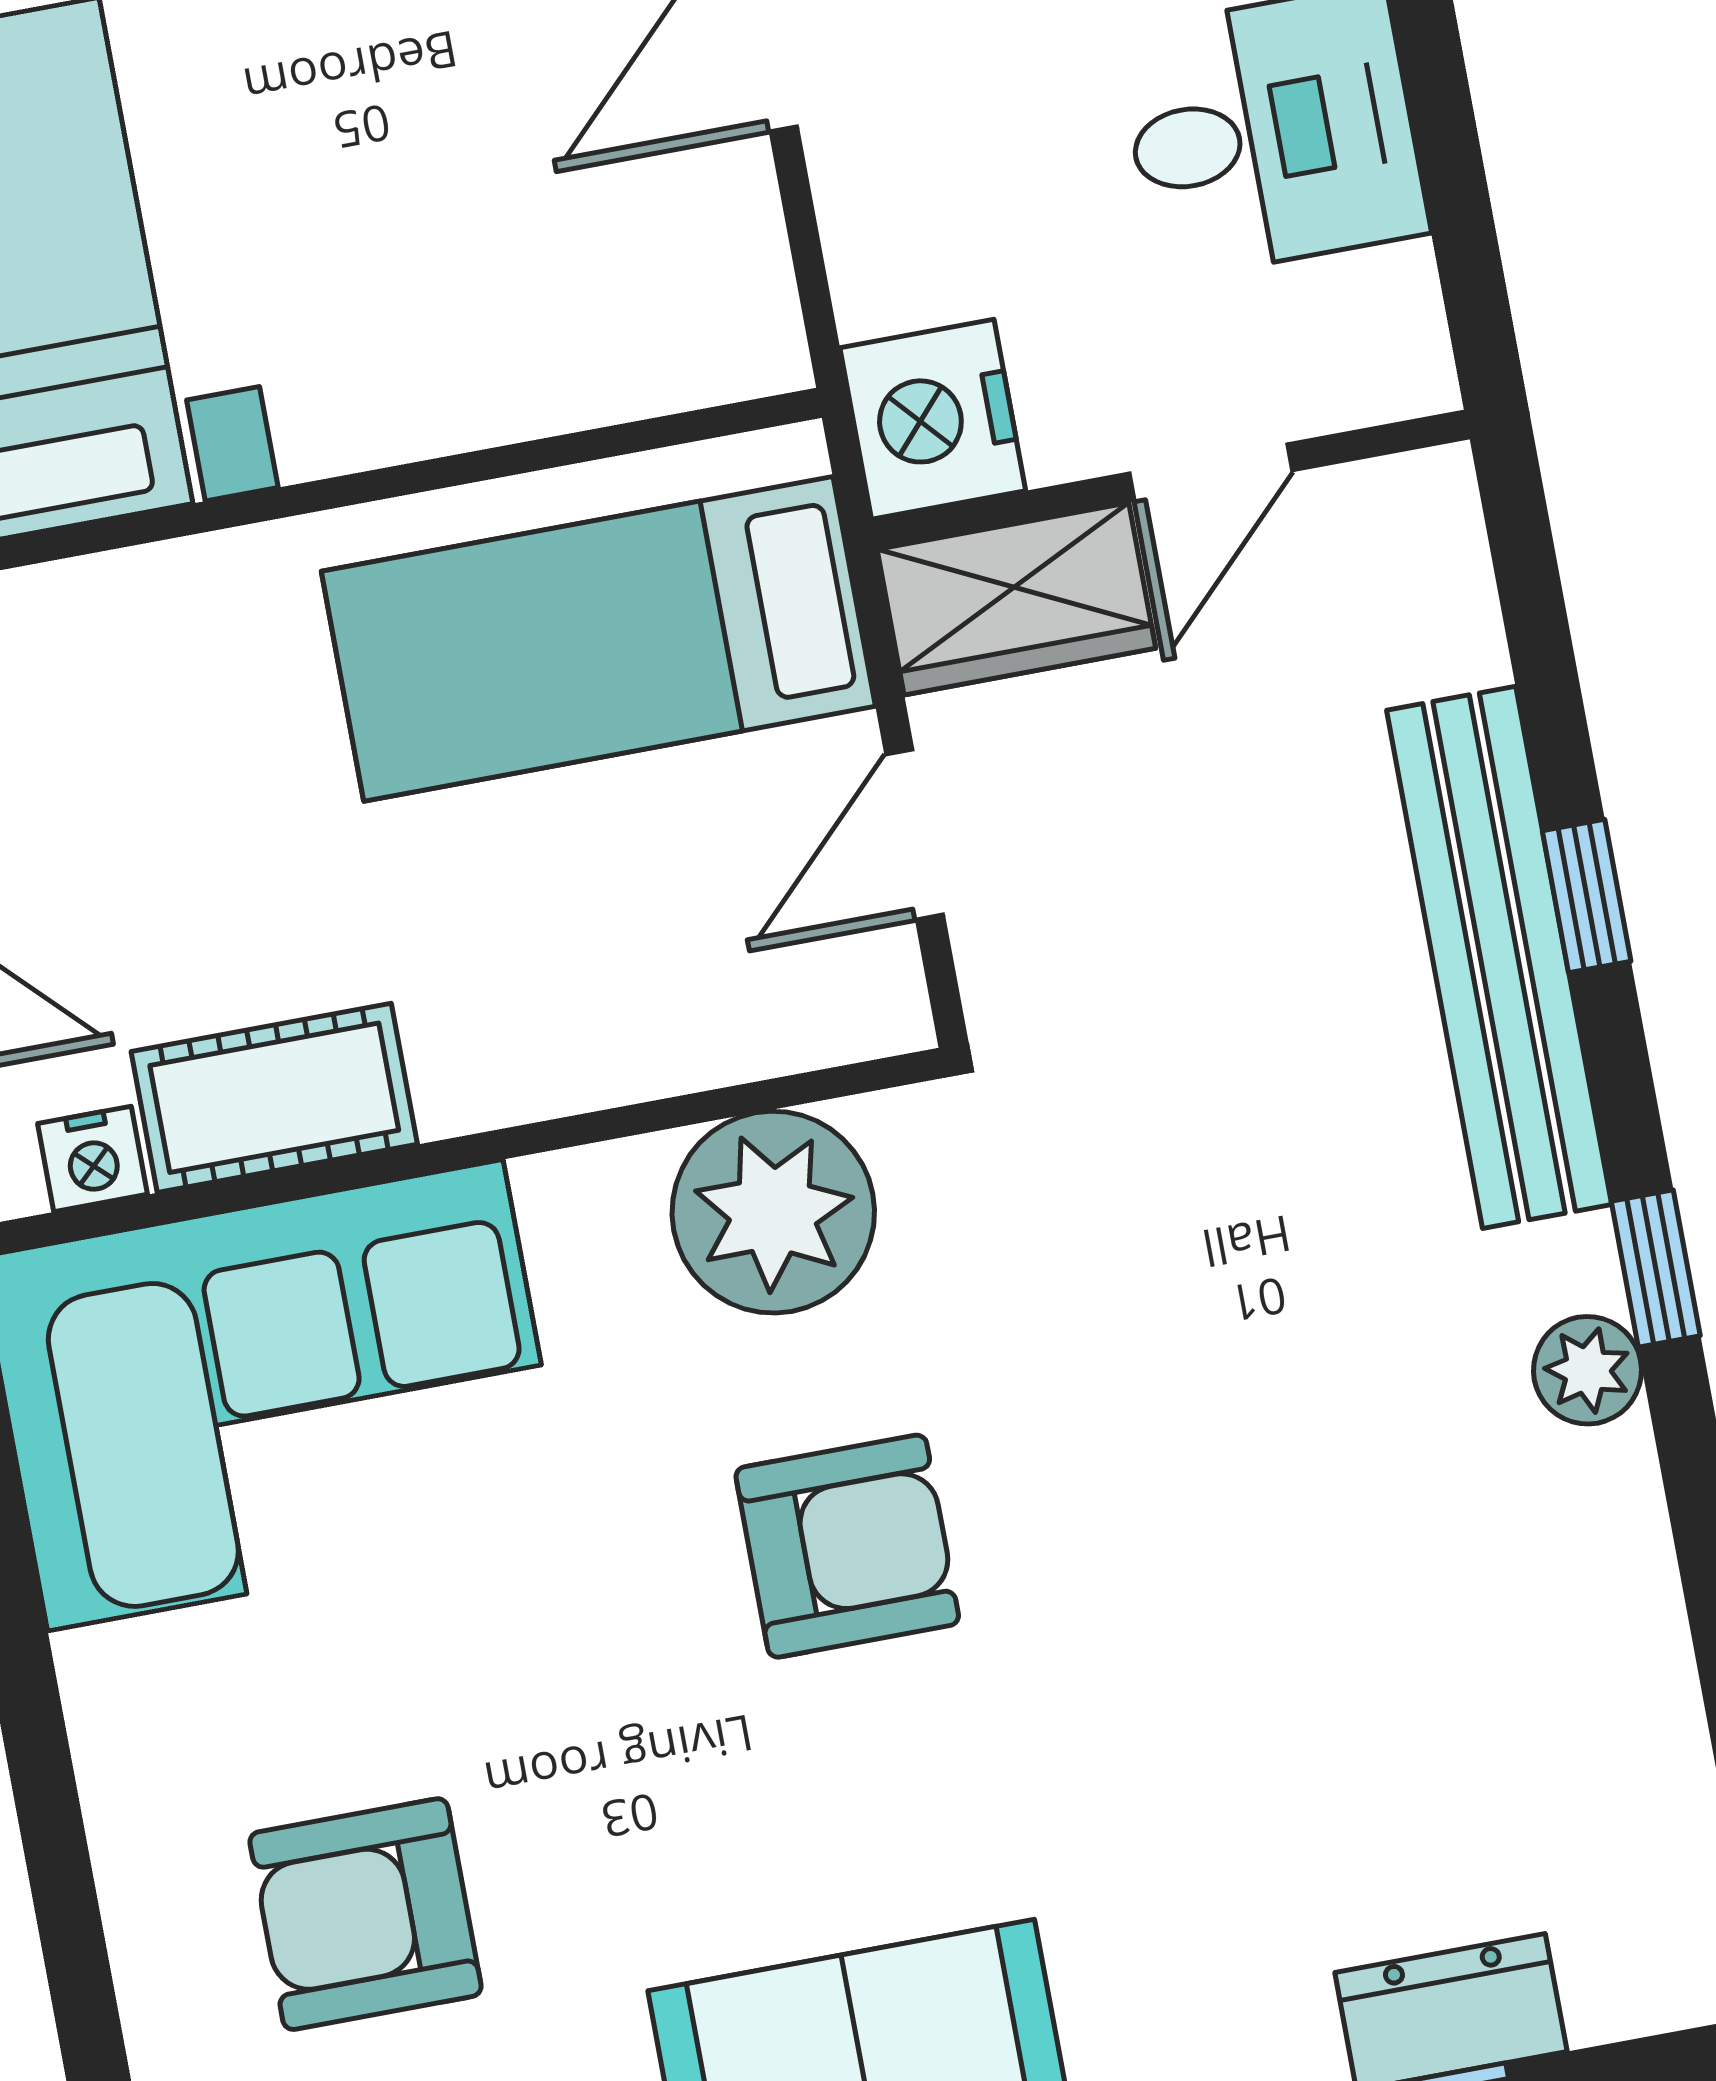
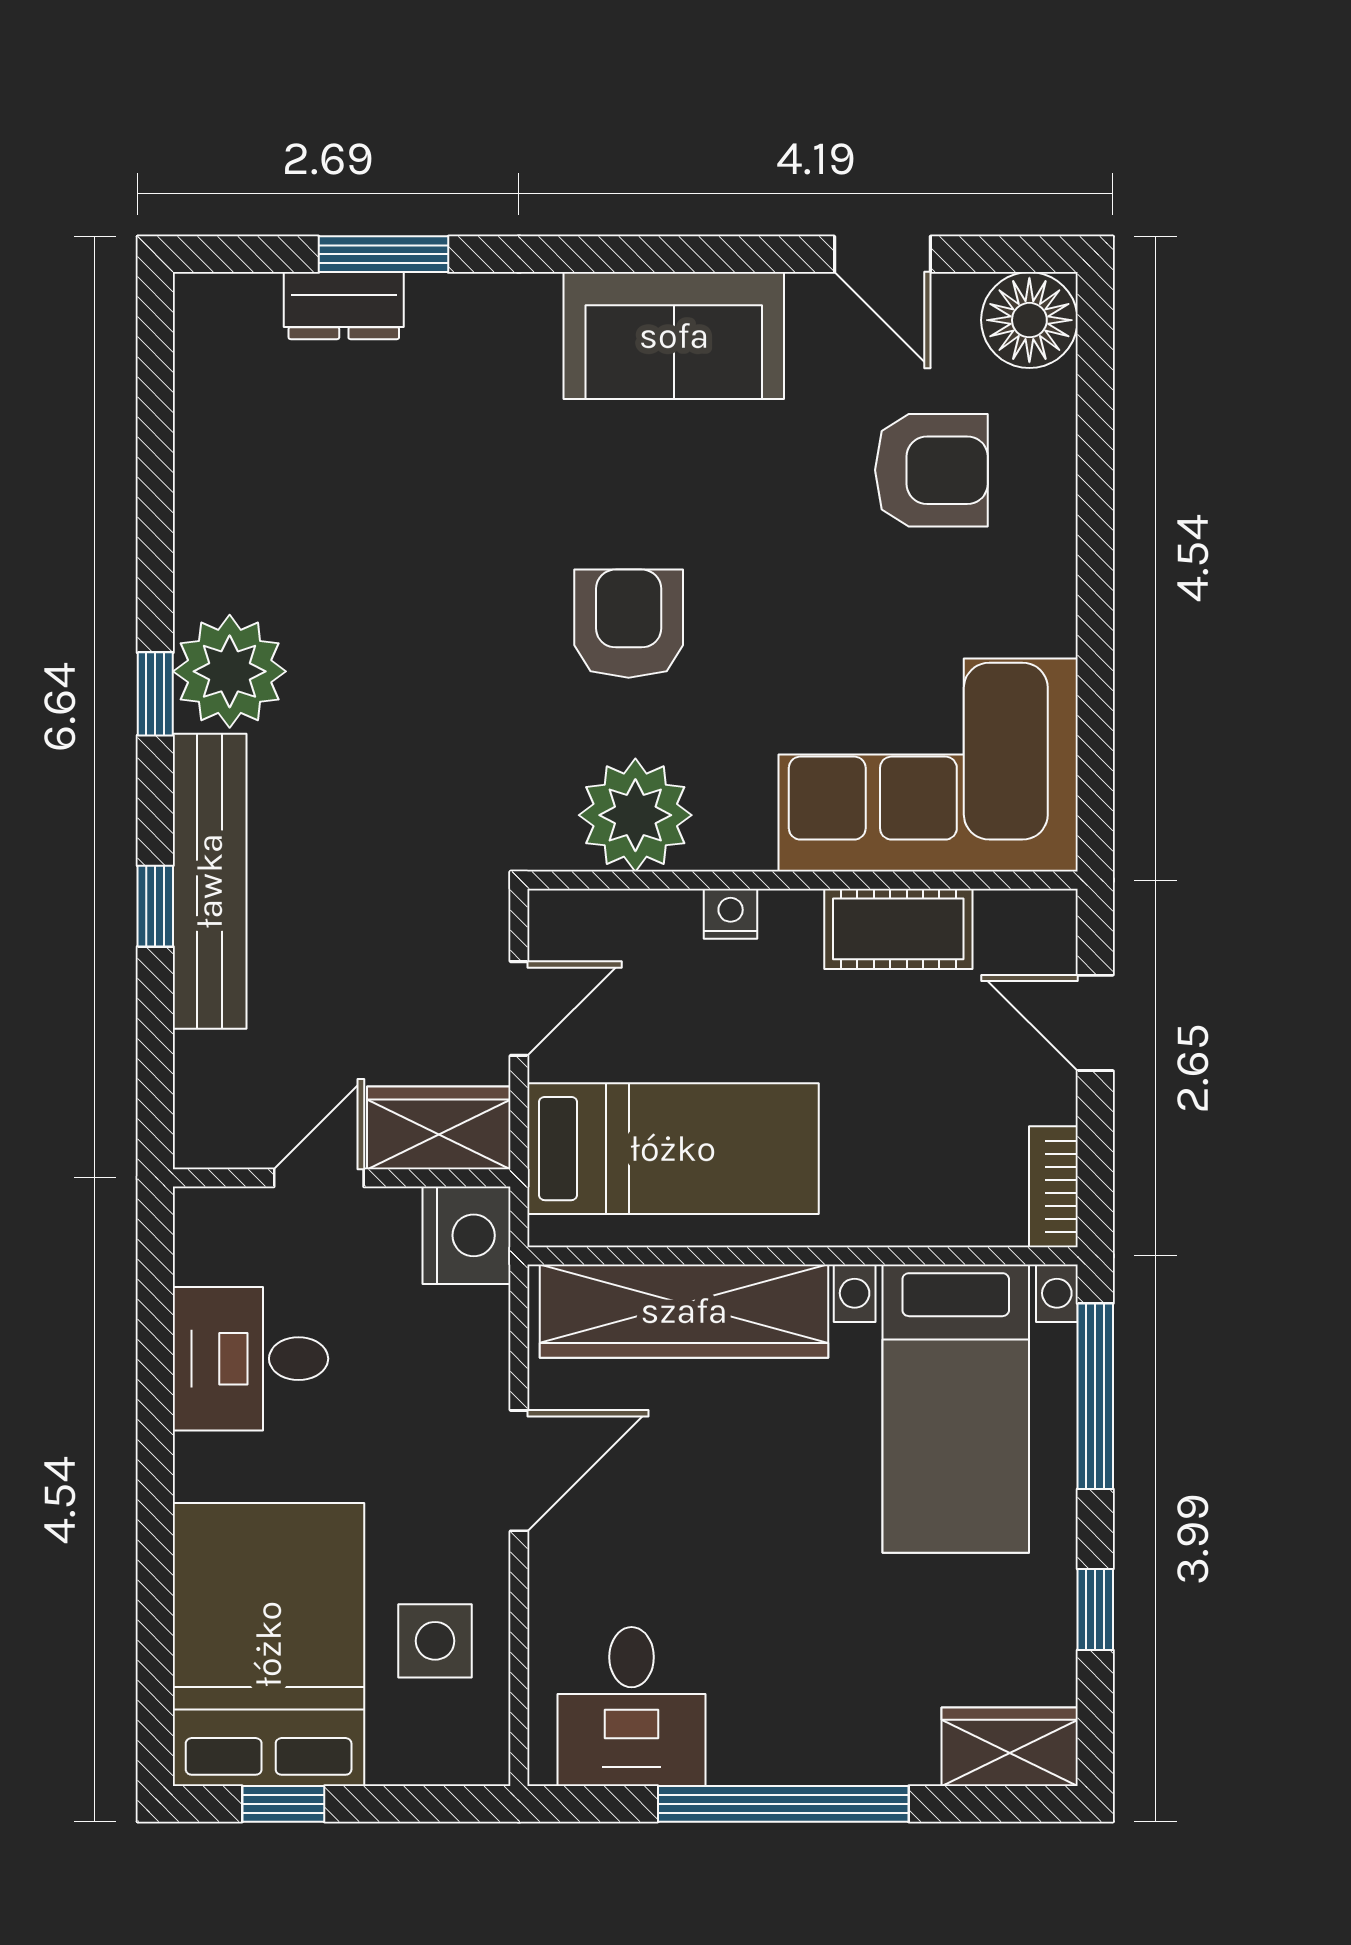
wardrobe: (526, 357) -> (684, 1311), added
nightstand: (92, 1159) -> (731, 914), moved
plant: (1587, 1370) -> (230, 671), width x1.88, depth x1.88
armchair: (847, 1546) -> (629, 624), turned 90

